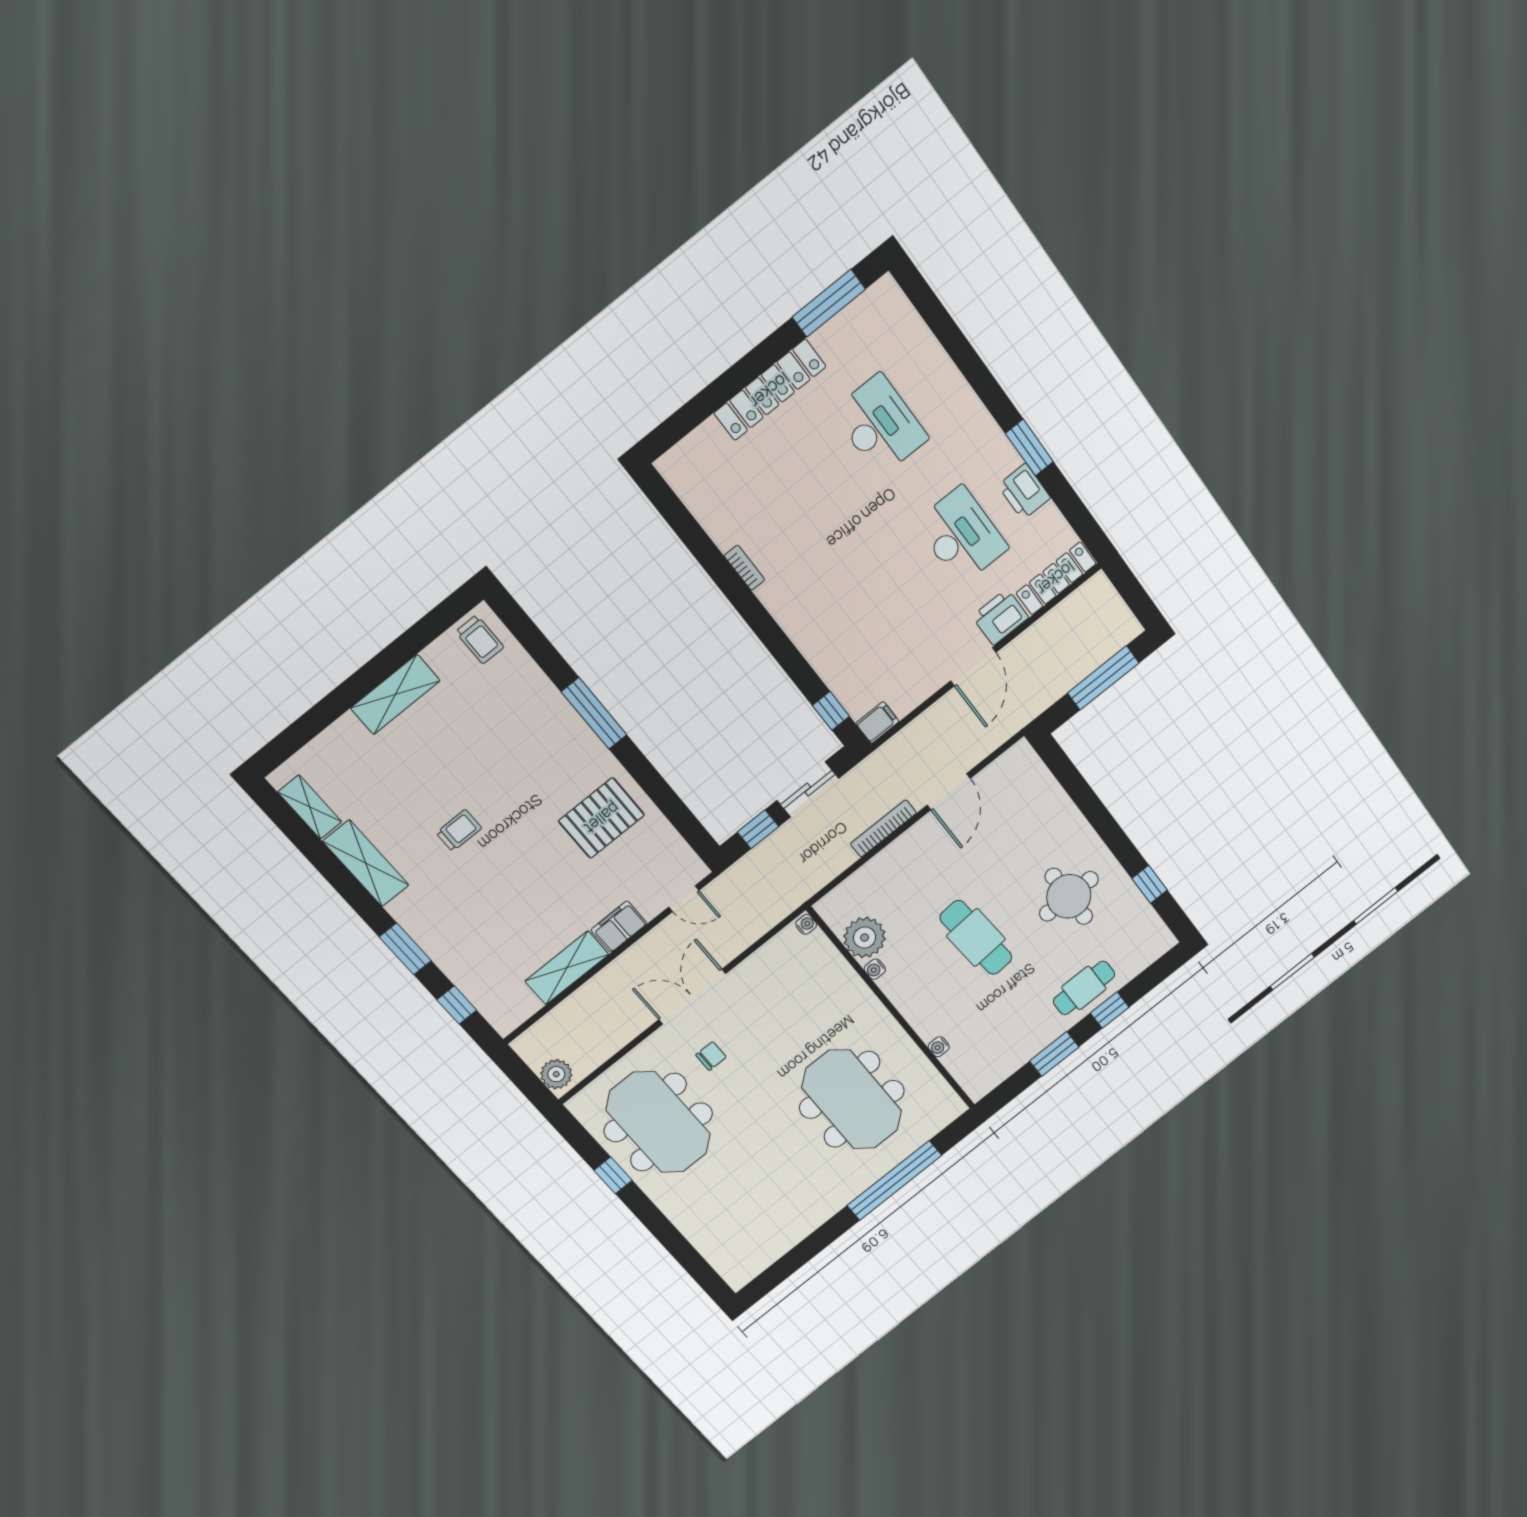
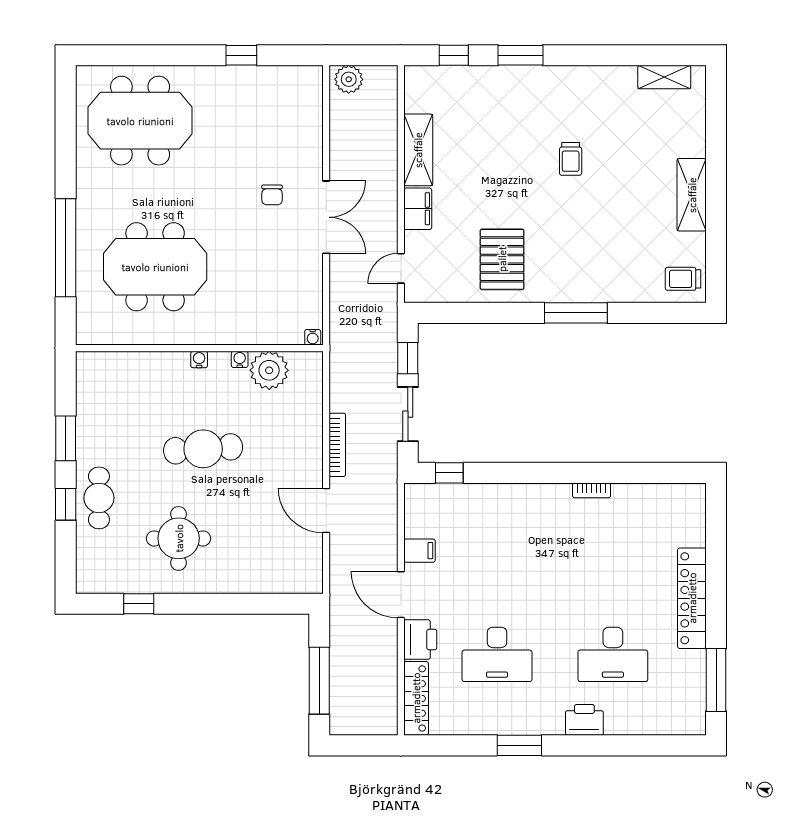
printer: (1024, 492) -> (584, 720), moved
filing cabinet: (877, 722) -> (419, 551), moved, turned -90
shelving: (366, 863) -> (598, 80), removed
water cooler: (939, 1047) -> (199, 359), moved
meeting table: (658, 1122) -> (140, 121), moved

